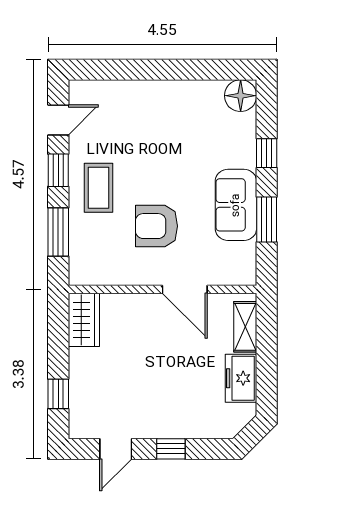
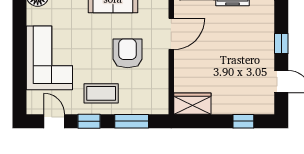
corner sofa: (150, 113) -> (49, 58), added
armchair: (157, 226) -> (128, 53), turned 180

